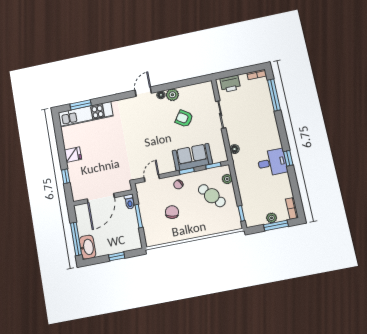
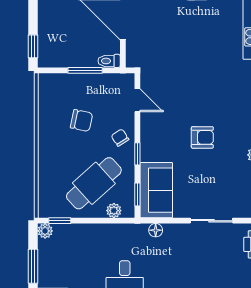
armchair: (184, 119) -> (202, 137), moved, turned 56
sofa: (192, 157) -> (156, 190), moved
cafe table: (212, 196) -> (94, 183), width x1.37, depth x1.35
plant: (272, 218) -> (45, 231), moved
window: (117, 256) -> (33, 46), moved

